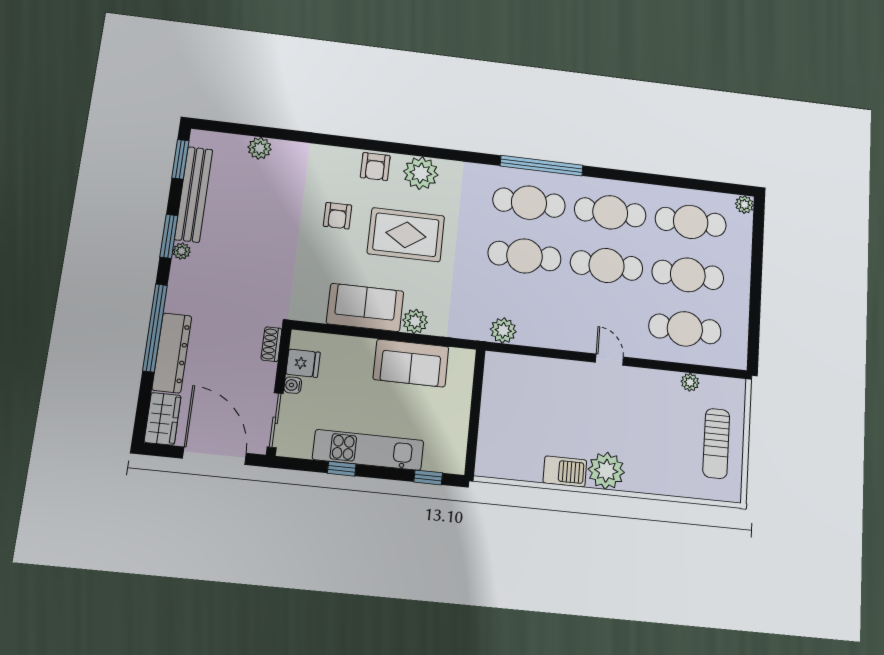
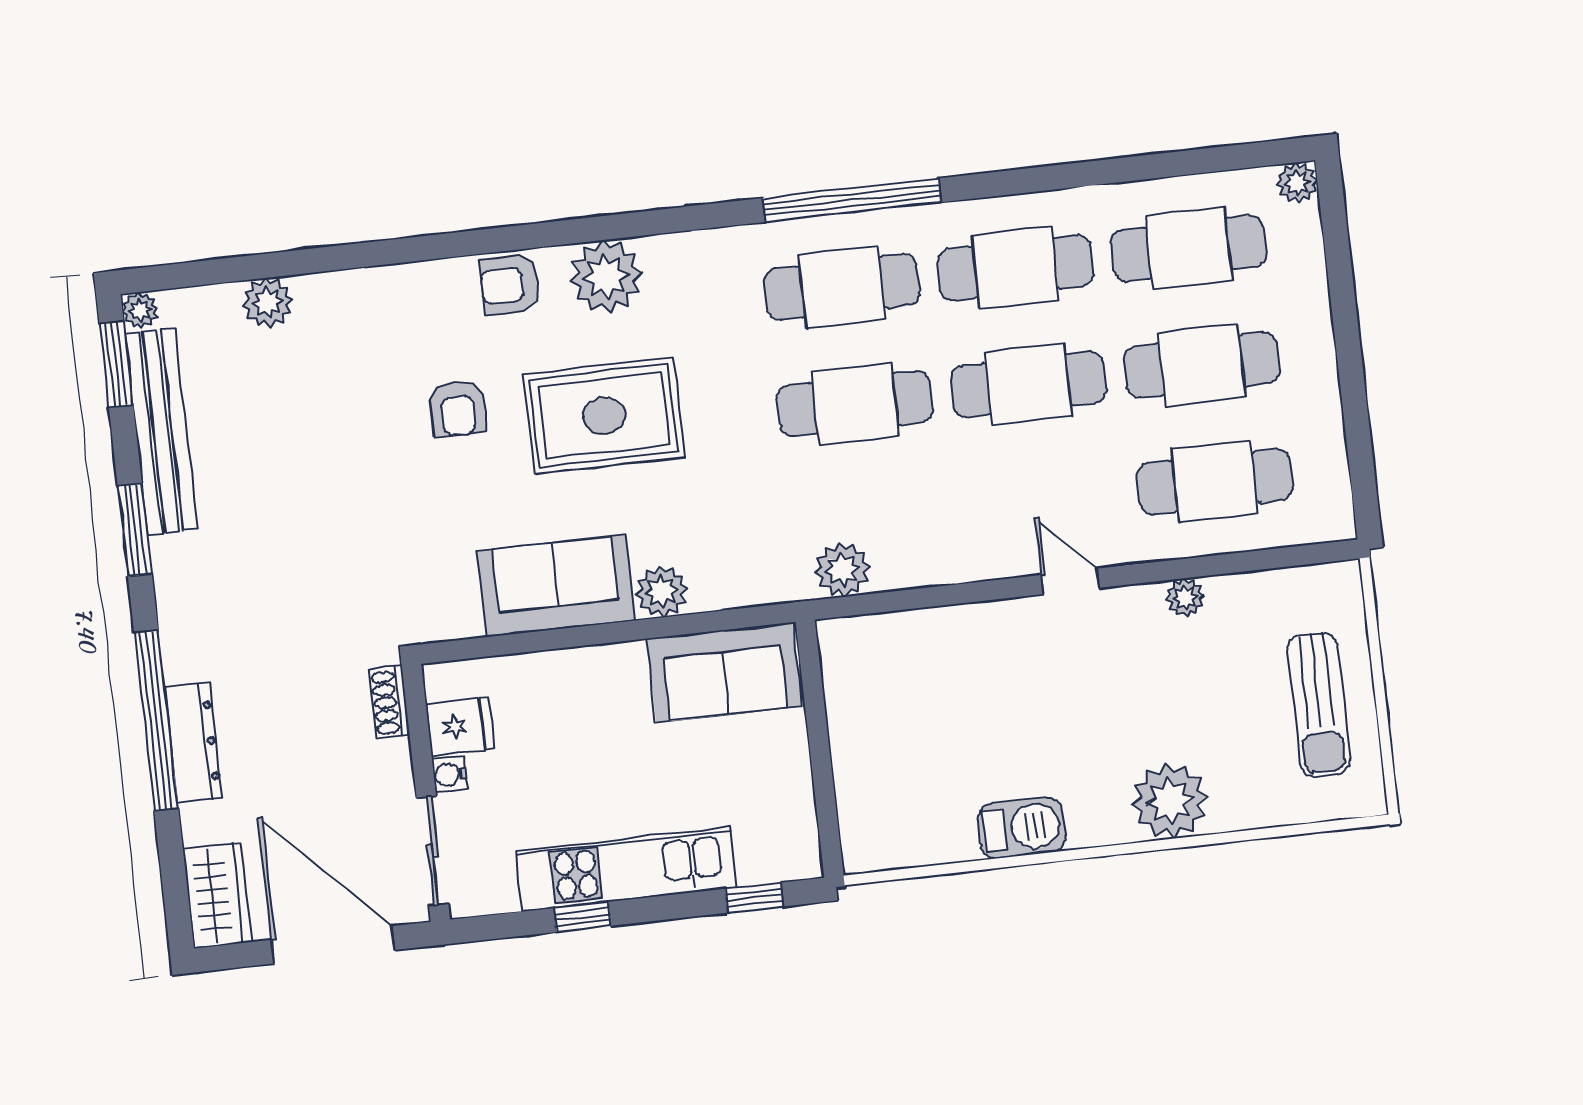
armchair: (375, 167) -> (510, 285), turned 90
plant: (182, 251) -> (140, 310), moved
dresser: (172, 353) -> (194, 743), width x0.73, depth x0.80
sofa: (411, 363) -> (724, 672), moved
plant: (690, 382) -> (1185, 597), moved
plant: (606, 471) -> (1170, 801), moved

